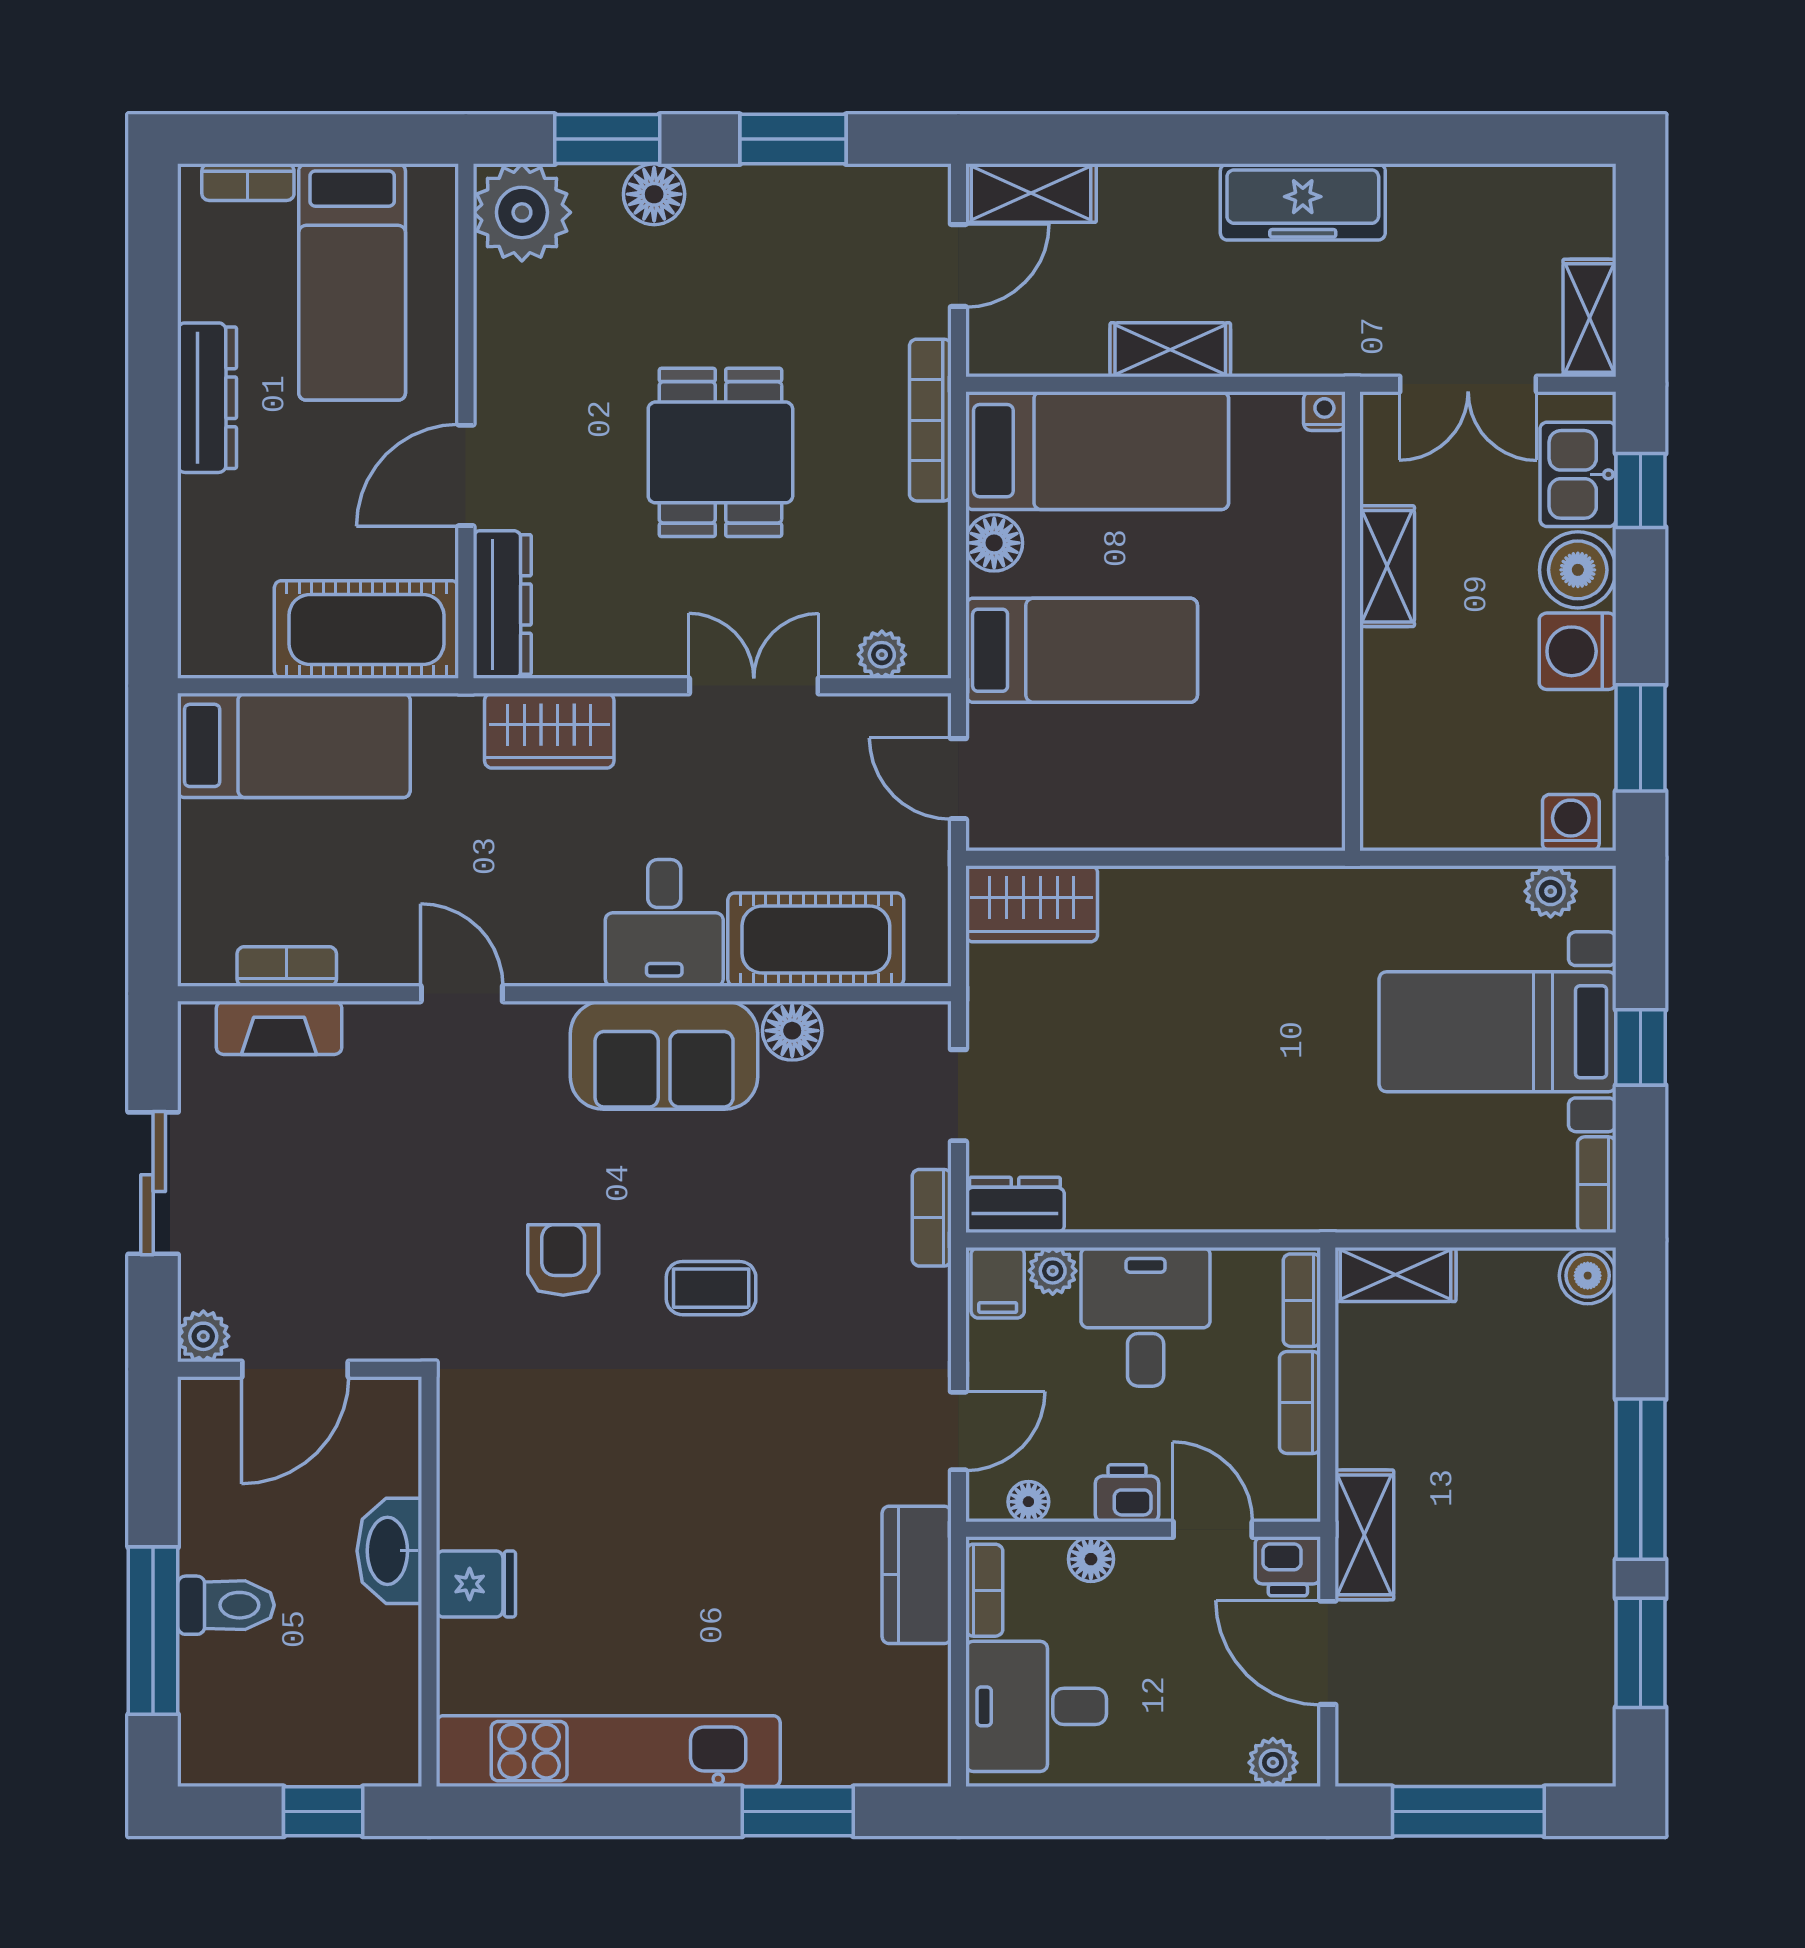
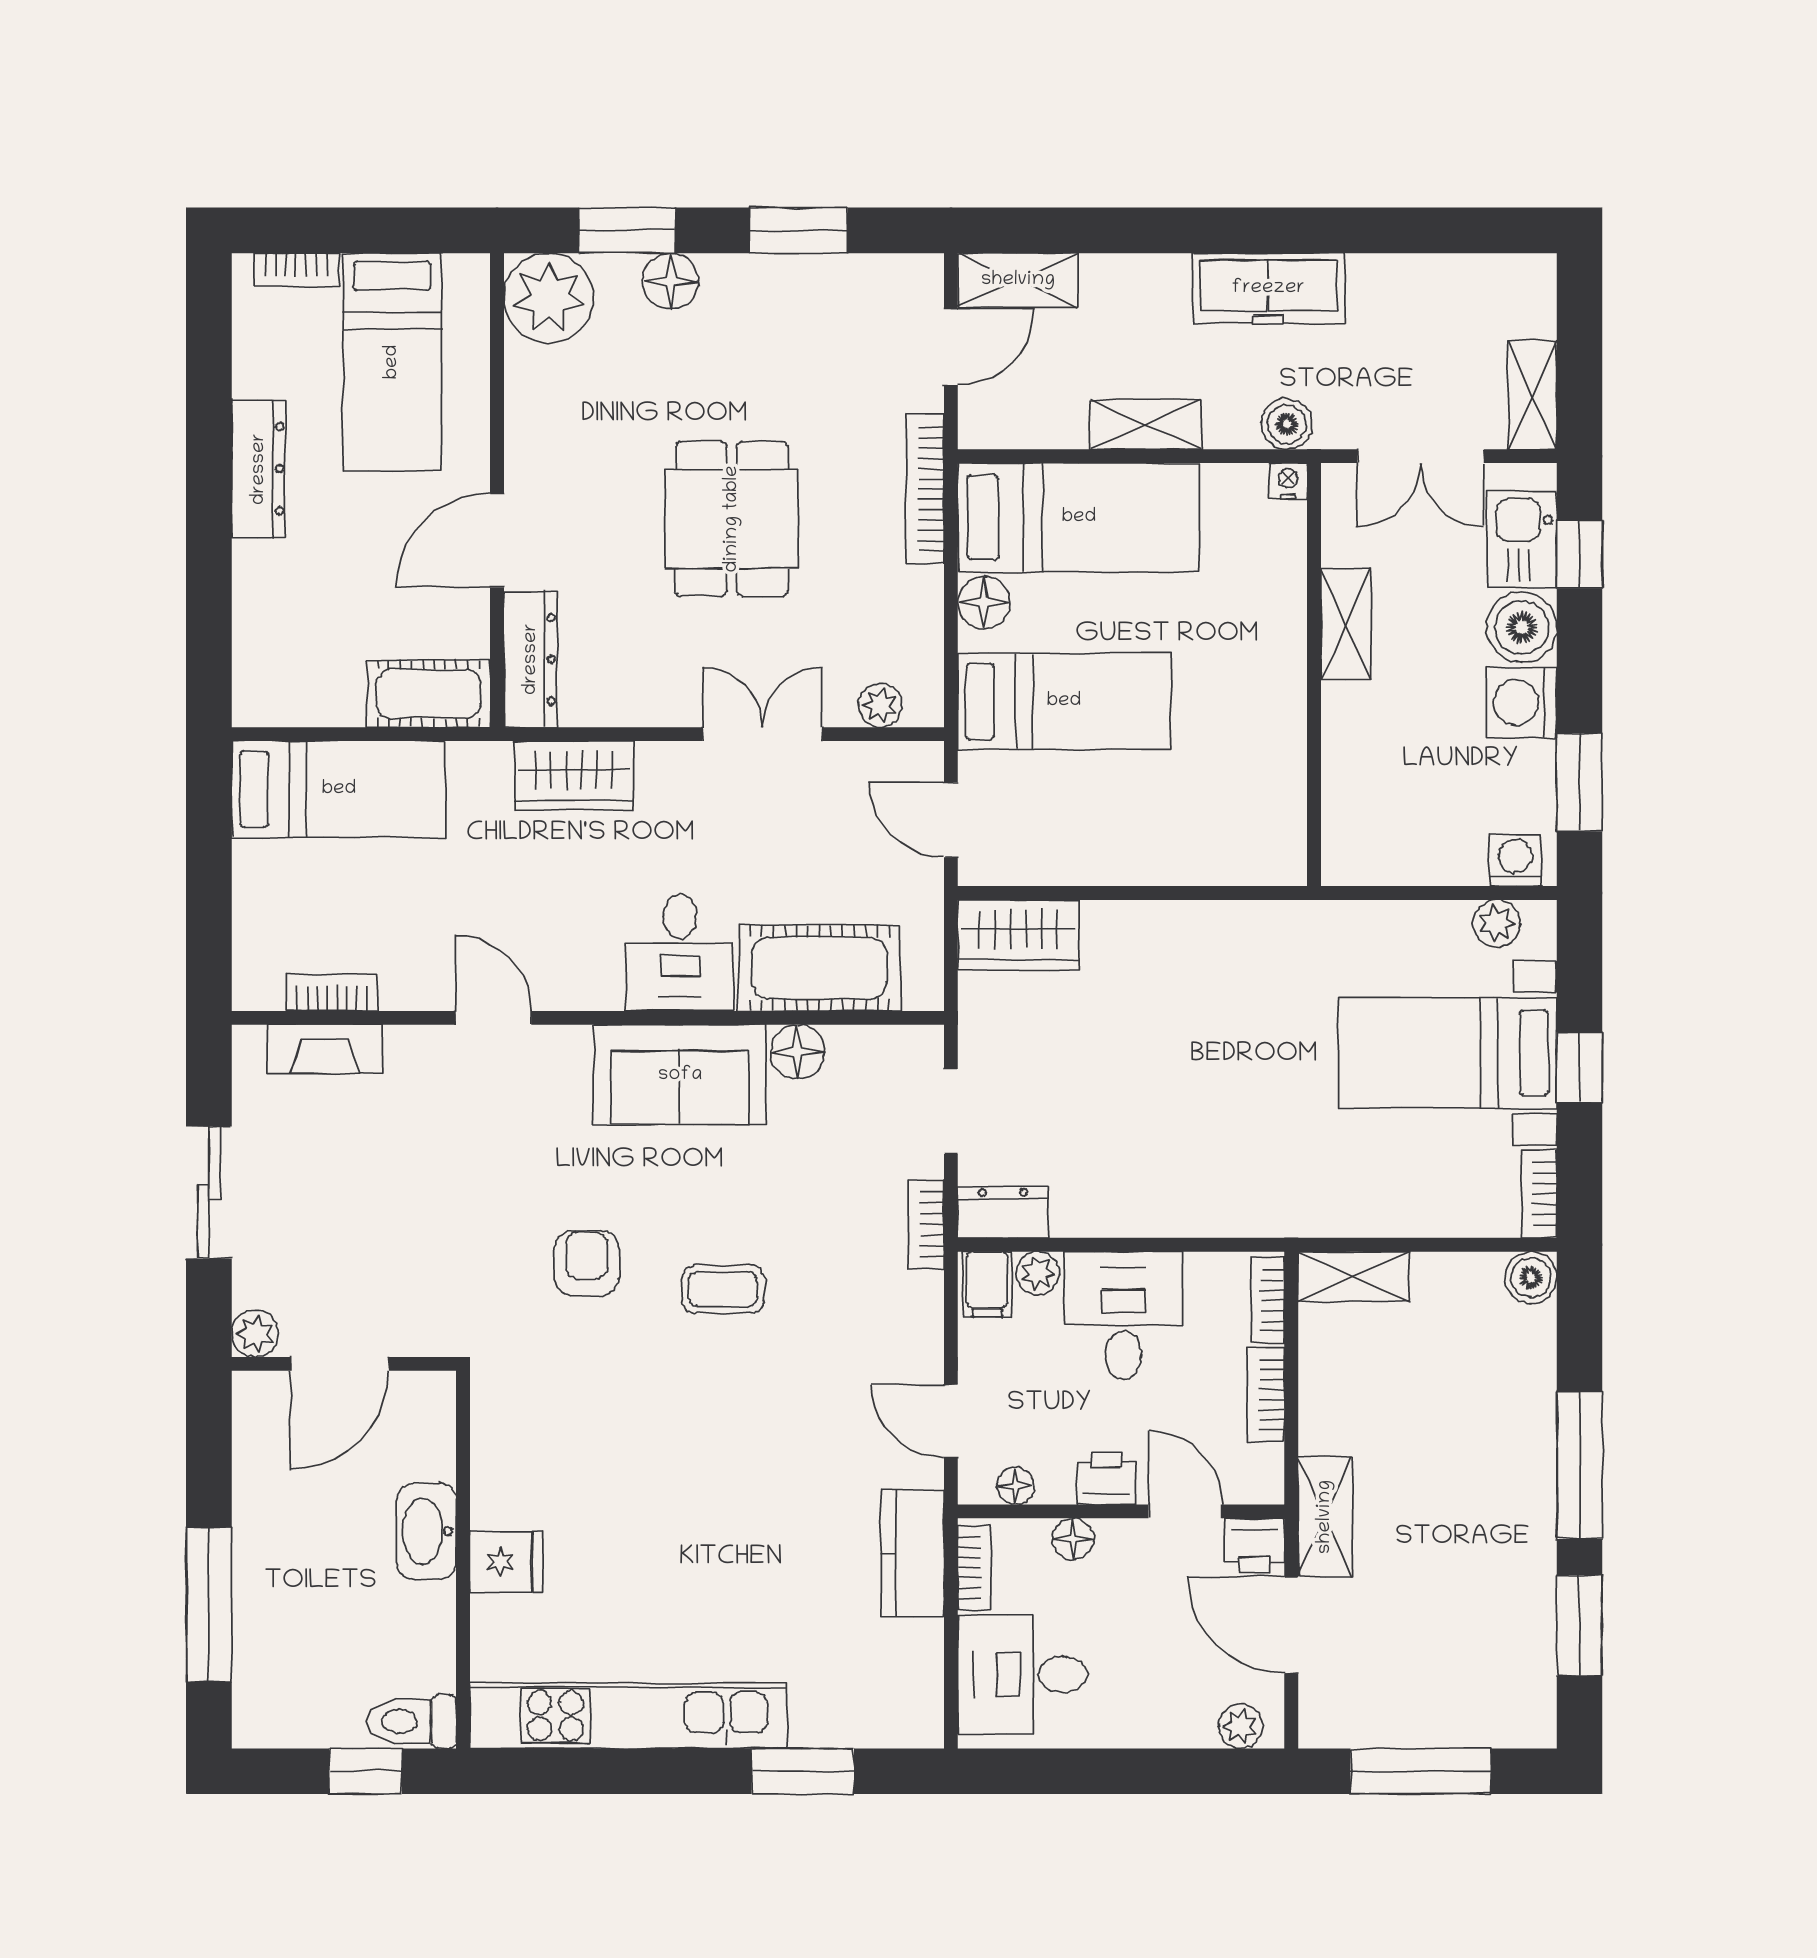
boiler: (1323, 349) -> (1287, 424), added
cot: (366, 630) -> (428, 694), width x0.73, depth x0.75
door: (958, 1431) -> (951, 1421), swing flipped
toilet: (226, 1605) -> (412, 1722), moved, turned 180

